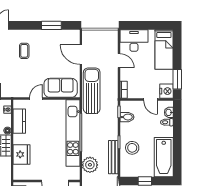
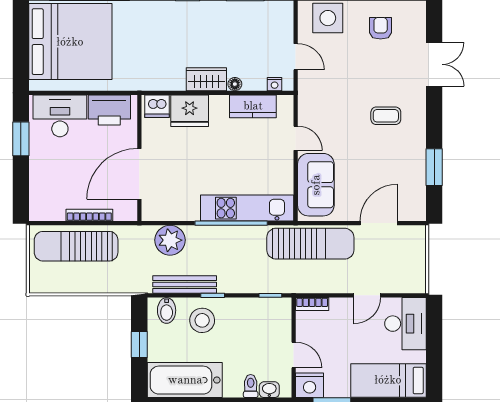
door: (150, 100) -> (294, 355), swing flipped
bidet: (127, 117) -> (167, 310), moved
kitchen unit: (73, 133) -> (247, 208), width x0.73
dishwasher: (19, 172) -> (157, 106), added

